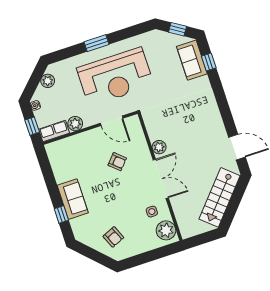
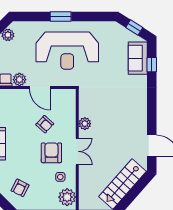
door: (112, 121) -> (40, 87), moved
double door: (161, 179) -> (77, 151), width x0.73
armchair: (134, 189) -> (51, 153), added
armchair: (113, 237) -> (20, 188), turned 50

